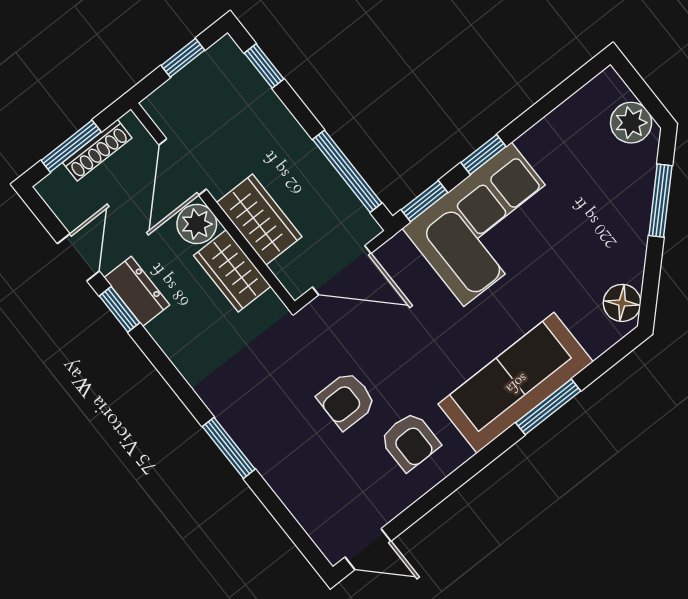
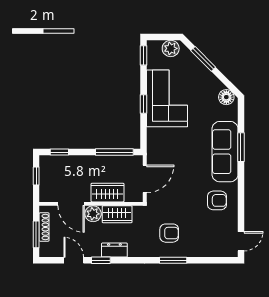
window: (424, 201) -> (143, 55), moved
corner sofa: (488, 224) -> (167, 98), moved
dresser: (137, 291) -> (114, 250), moved
armchair: (346, 400) -> (169, 233), moved, turned -90

